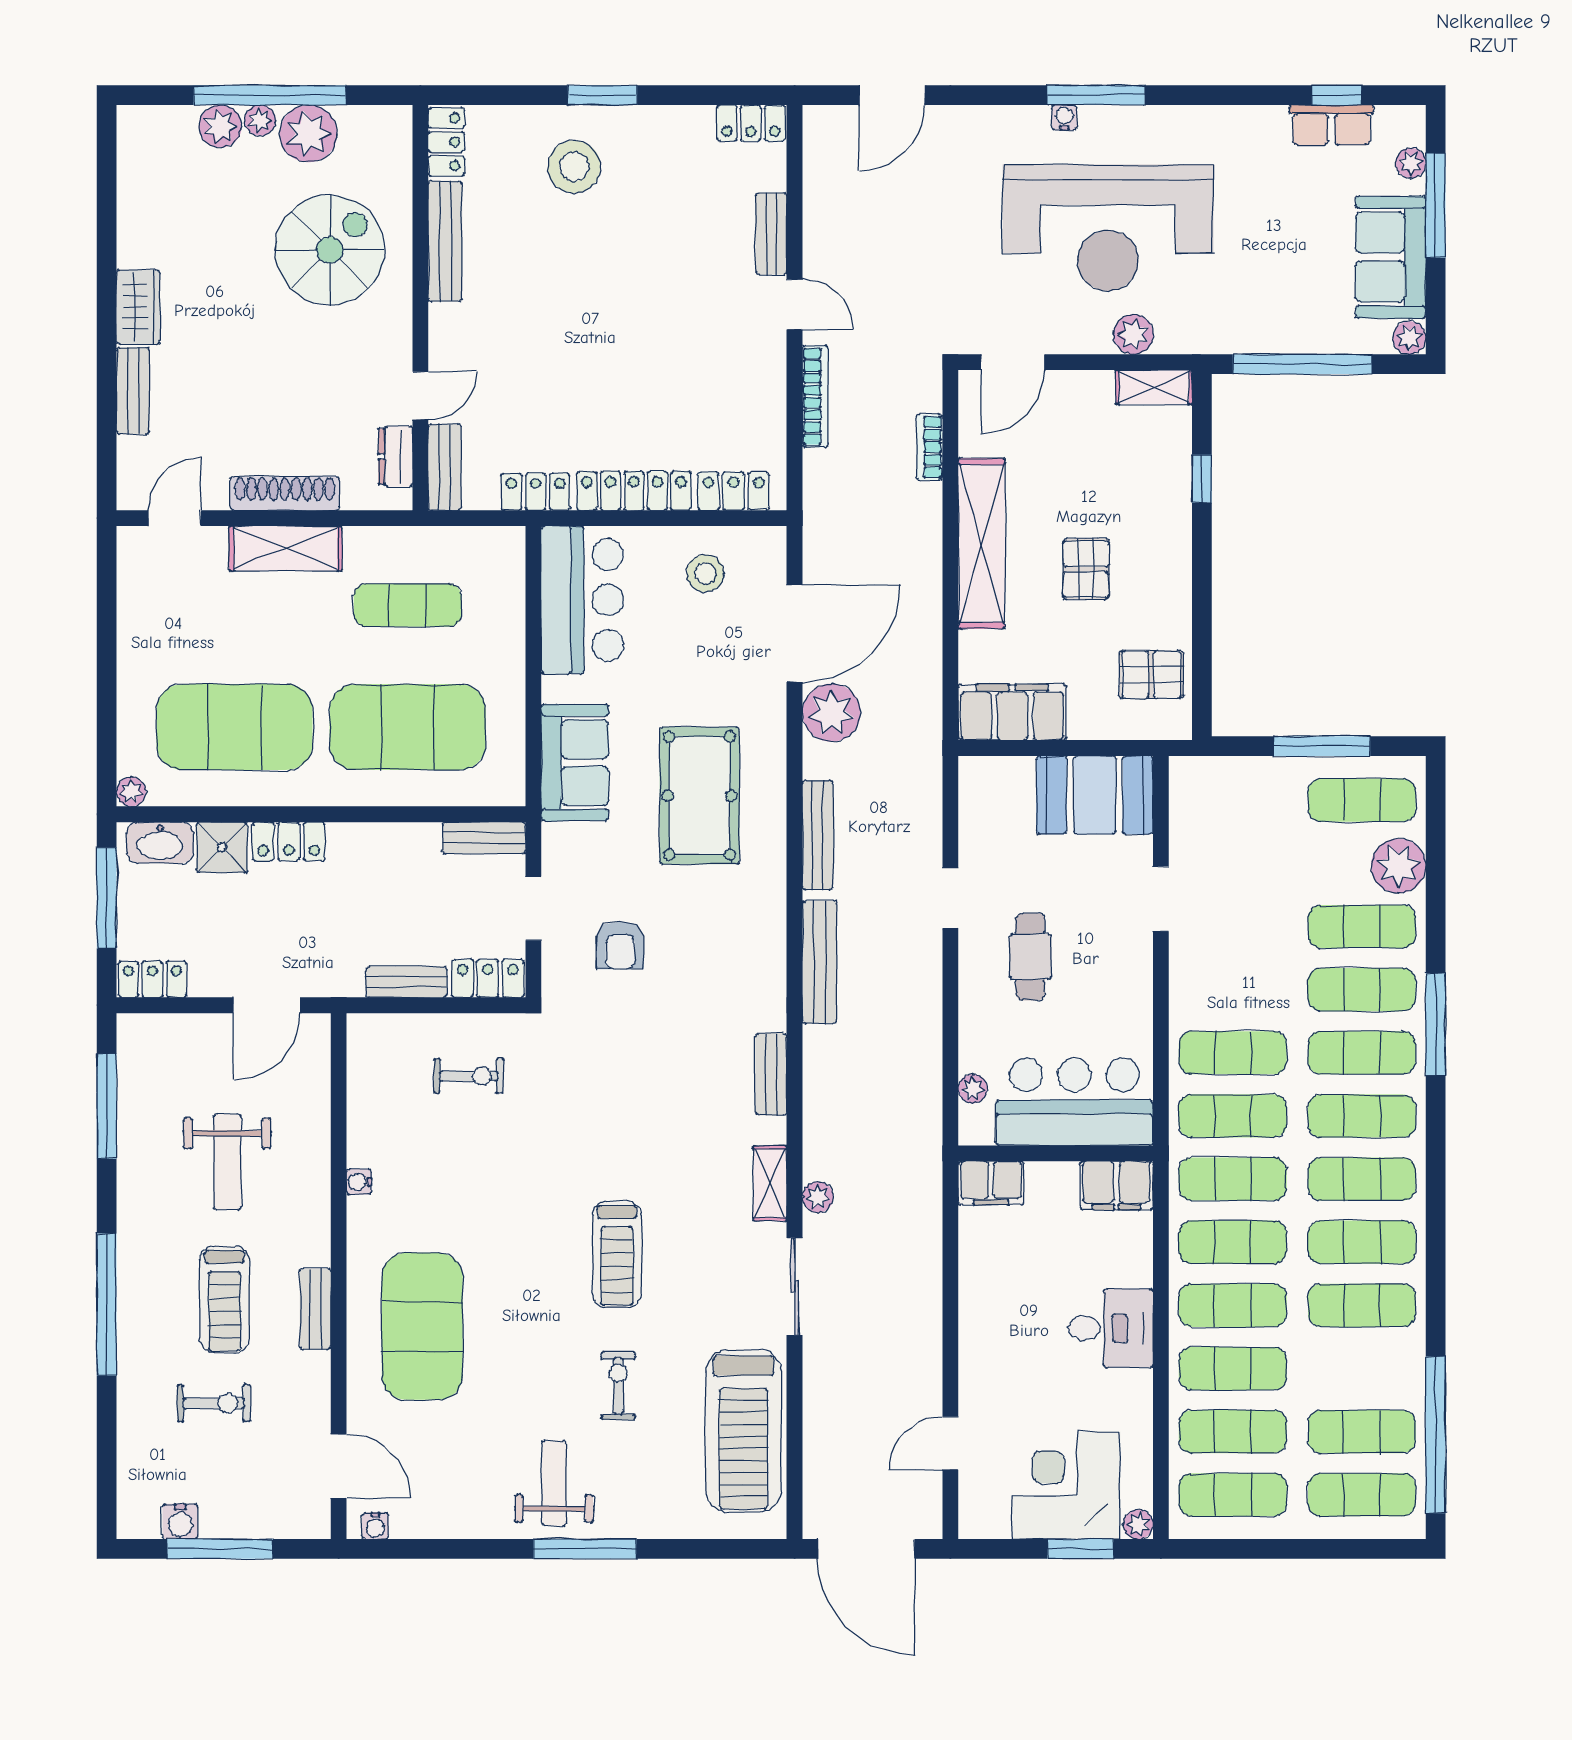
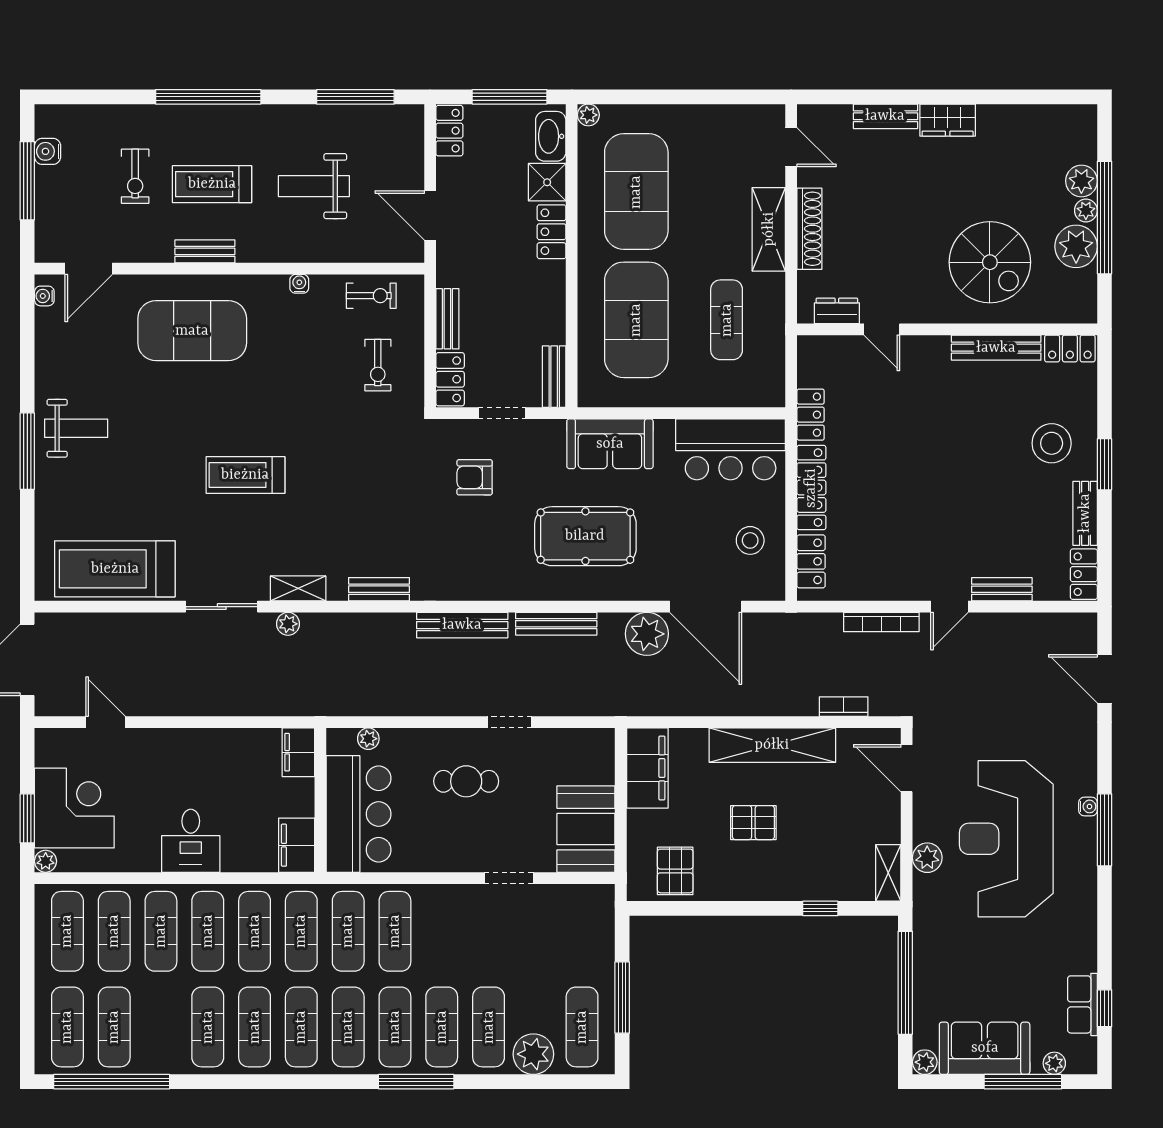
bench: (445, 467) -> (1085, 513), moved, turned 90
exercise bike: (618, 1386) -> (371, 296), moved

